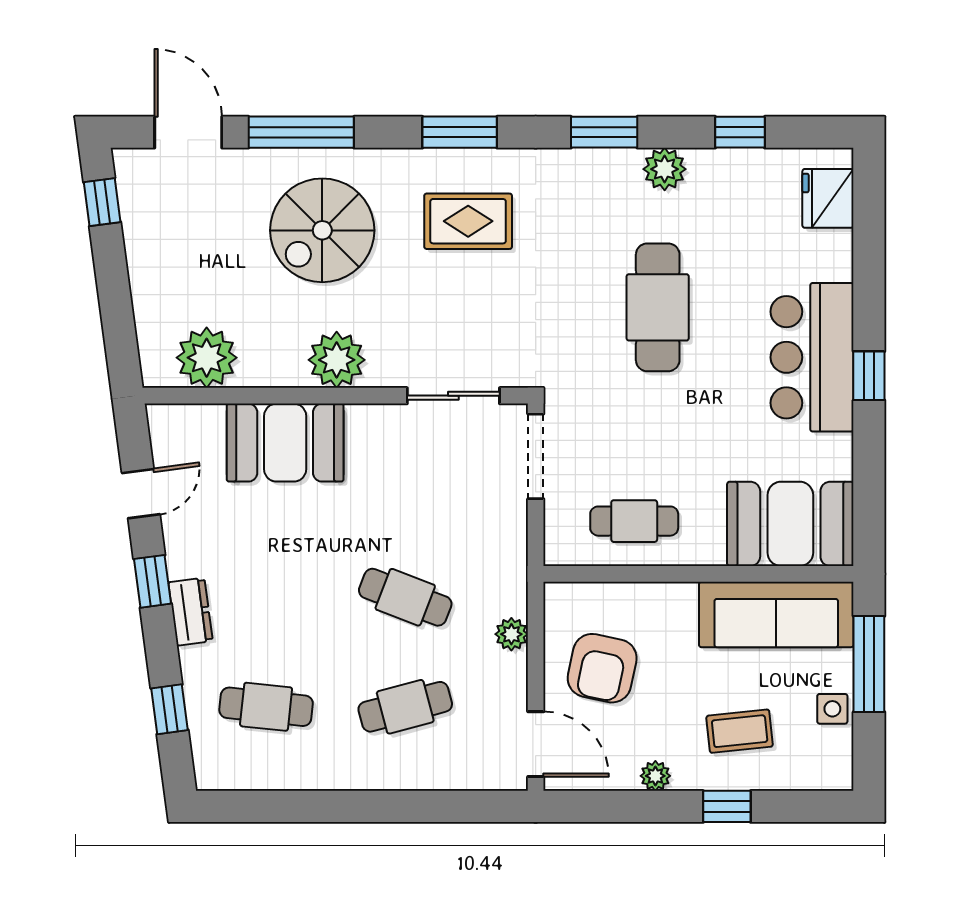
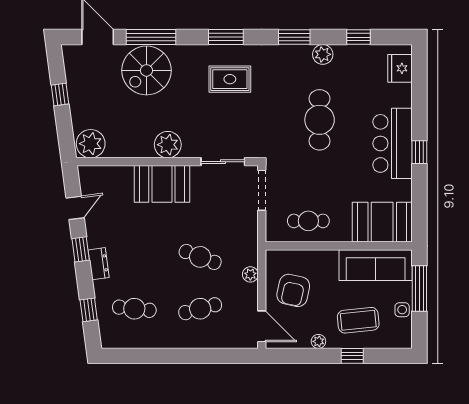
window: (102, 202) -> (60, 94), moved
spiral stairs: (322, 230) -> (146, 70), moved
plant: (207, 358) -> (91, 144), moved
booth: (285, 443) -> (162, 184), moved
coffee table: (740, 731) -> (358, 320), width x1.36, depth x1.30

